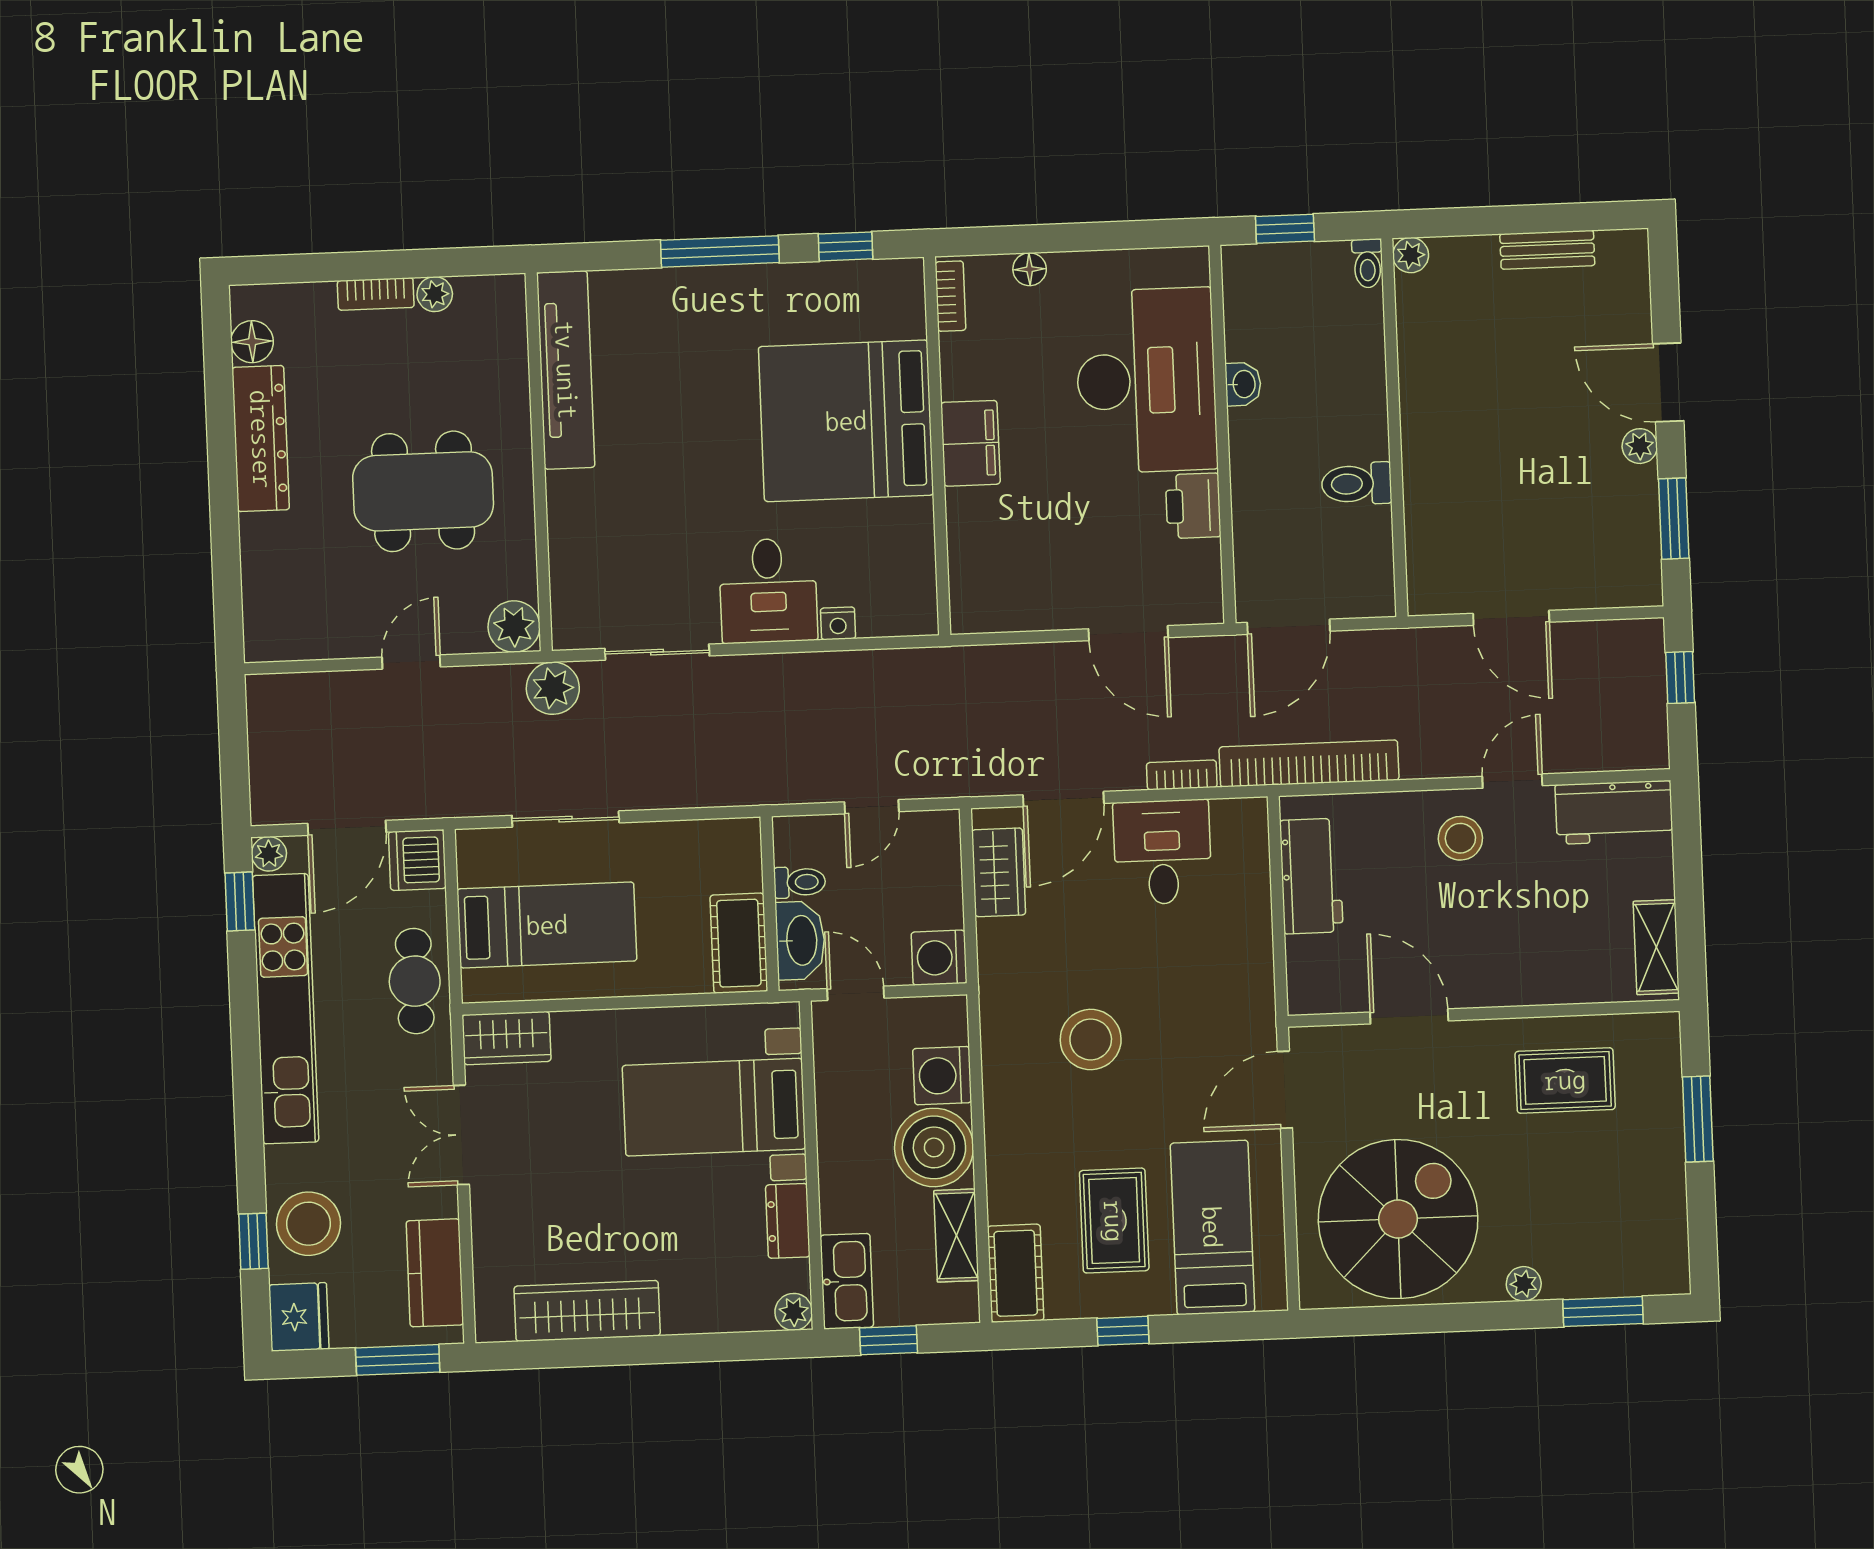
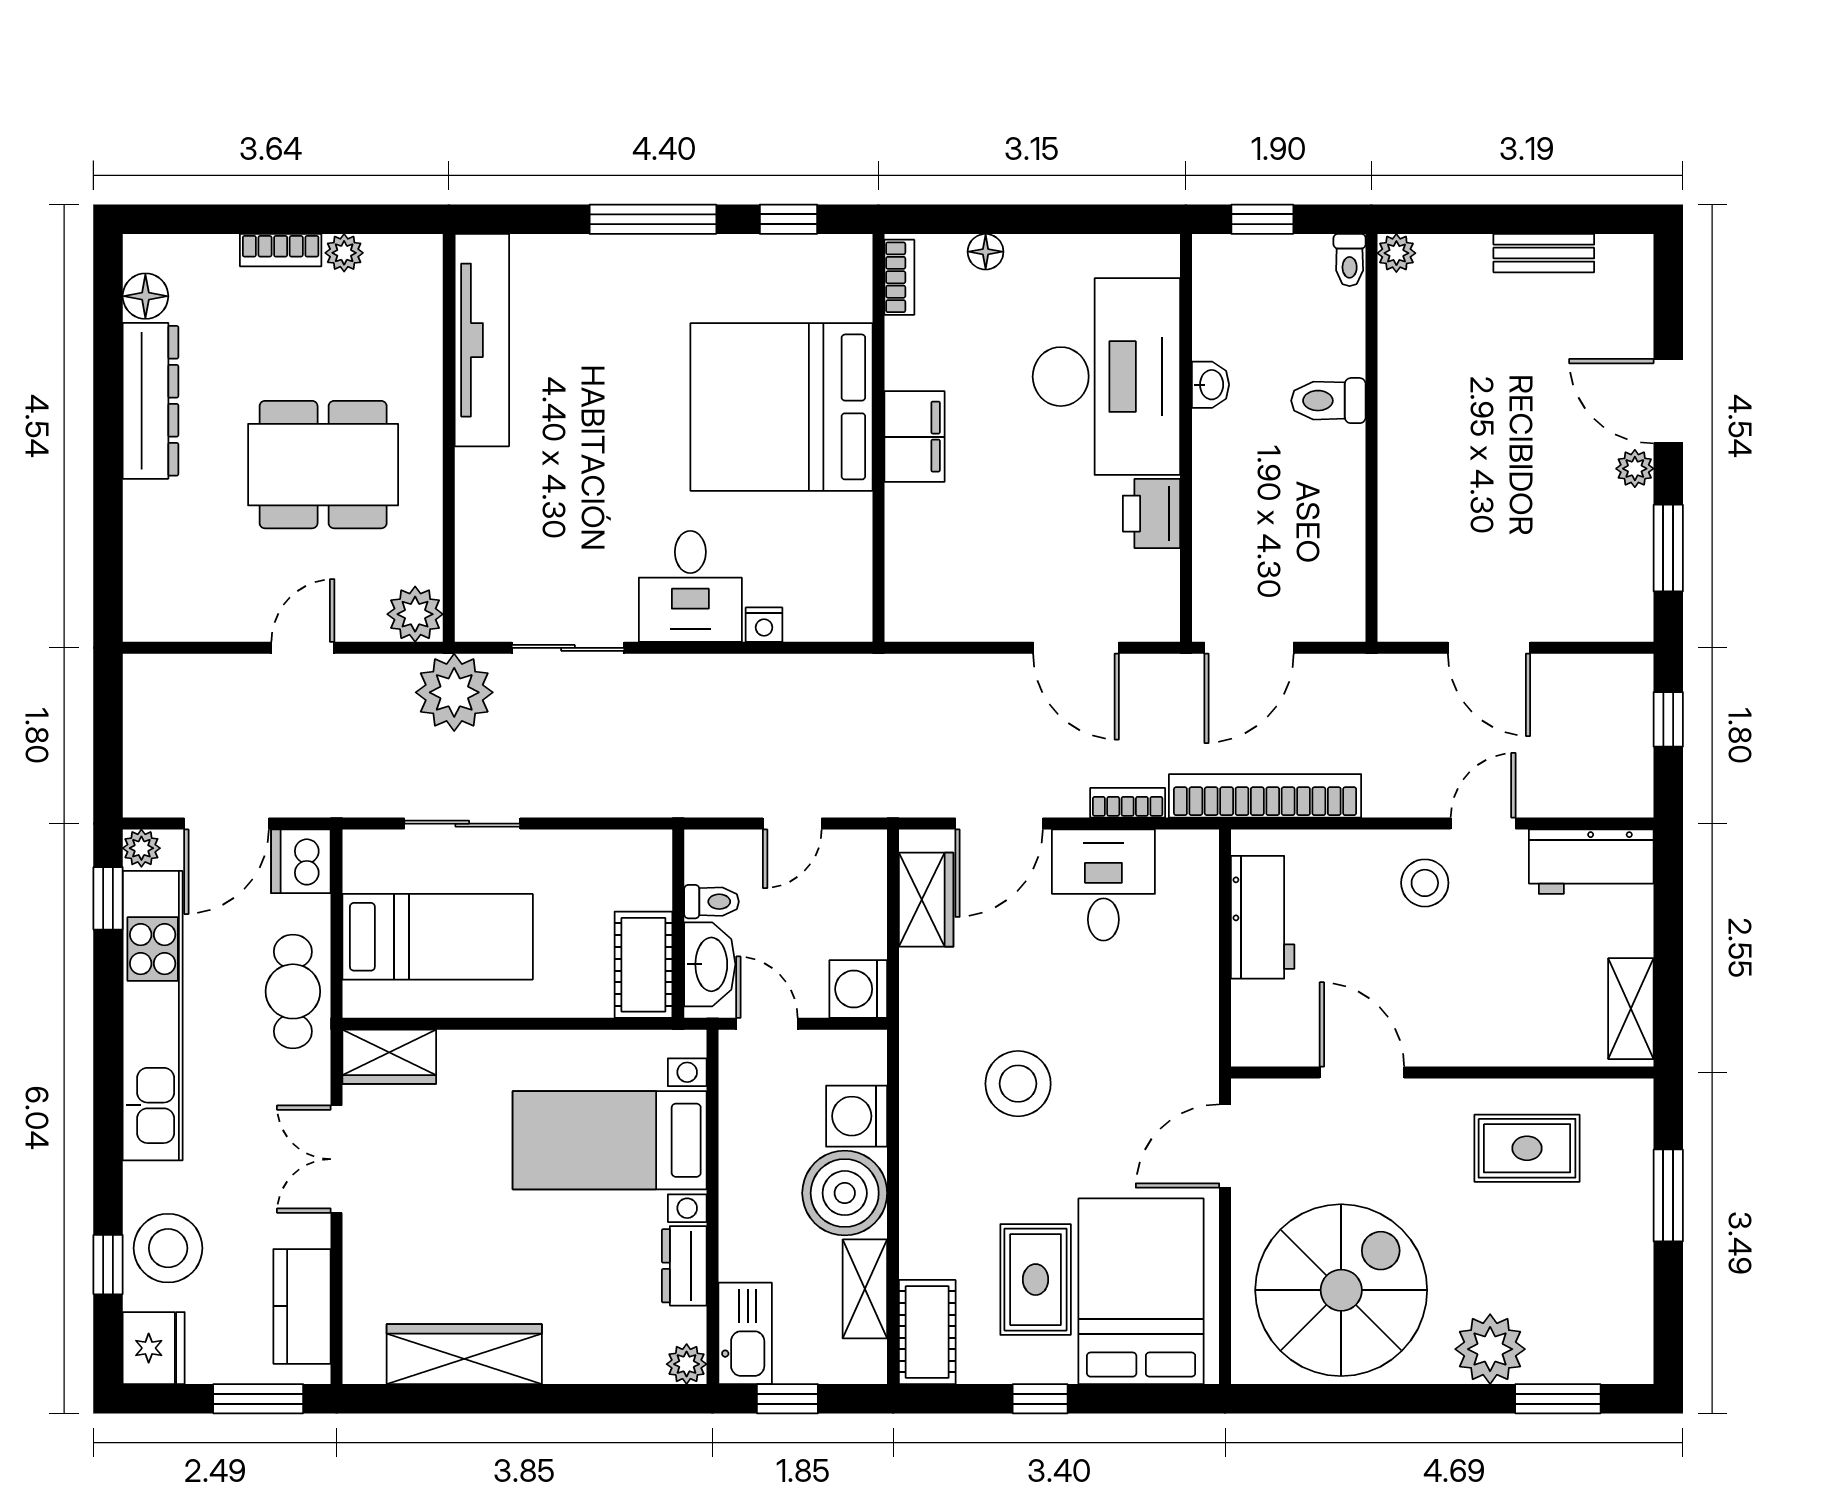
toilet: (1357, 484) -> (1328, 401), moved
plant: (553, 688) -> (454, 692), width x1.36, depth x1.36
bed: (1212, 1227) -> (1141, 1291), width x1.50
plant: (1524, 1284) -> (1490, 1349), width x1.88, depth x1.88

